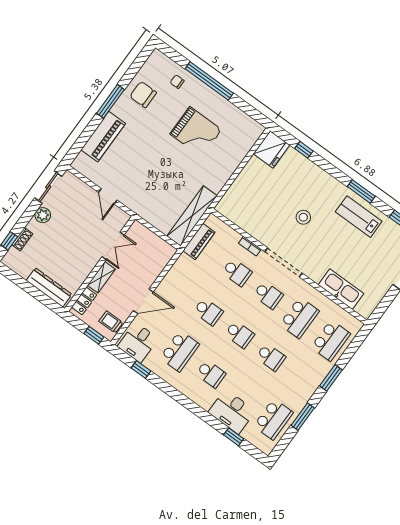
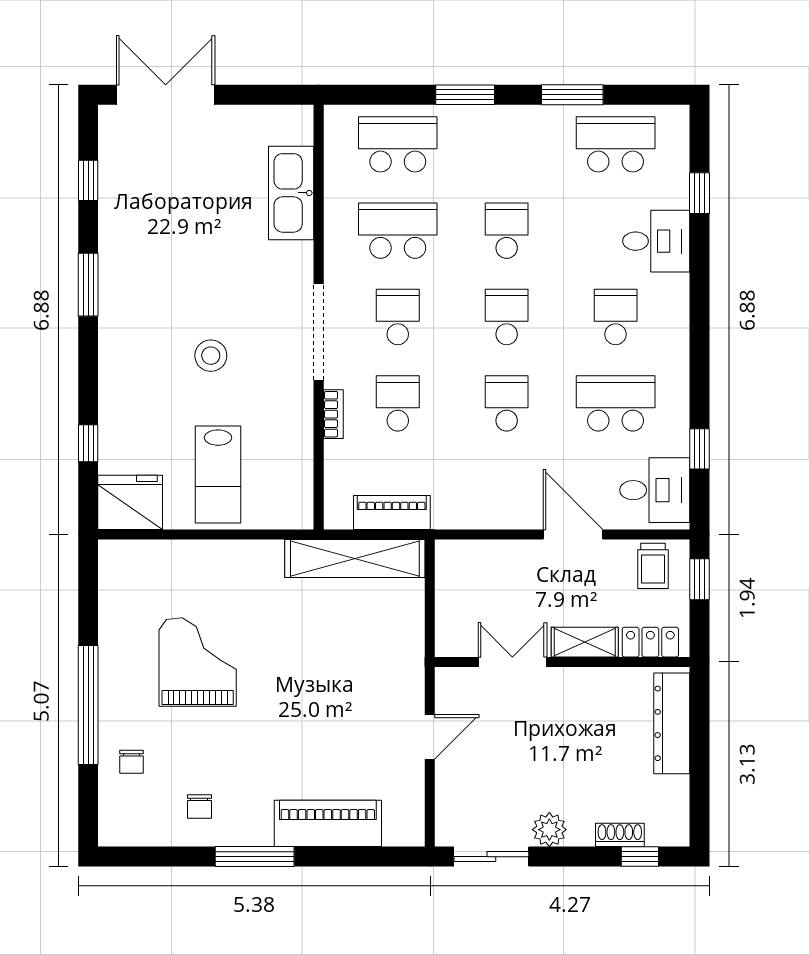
chair: (143, 95) -> (199, 806), width x0.54, depth x0.54
lab bench: (359, 217) -> (218, 474), moved
desk: (232, 412) -> (656, 241), width x0.73

